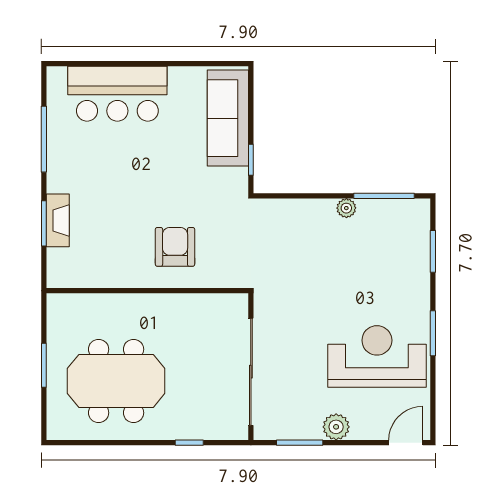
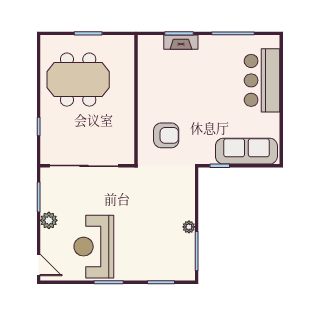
armchair: (175, 247) -> (166, 135), moved
reception desk: (377, 356) -> (94, 247), turned 180
meeting table: (116, 381) -> (78, 80), turned 90

